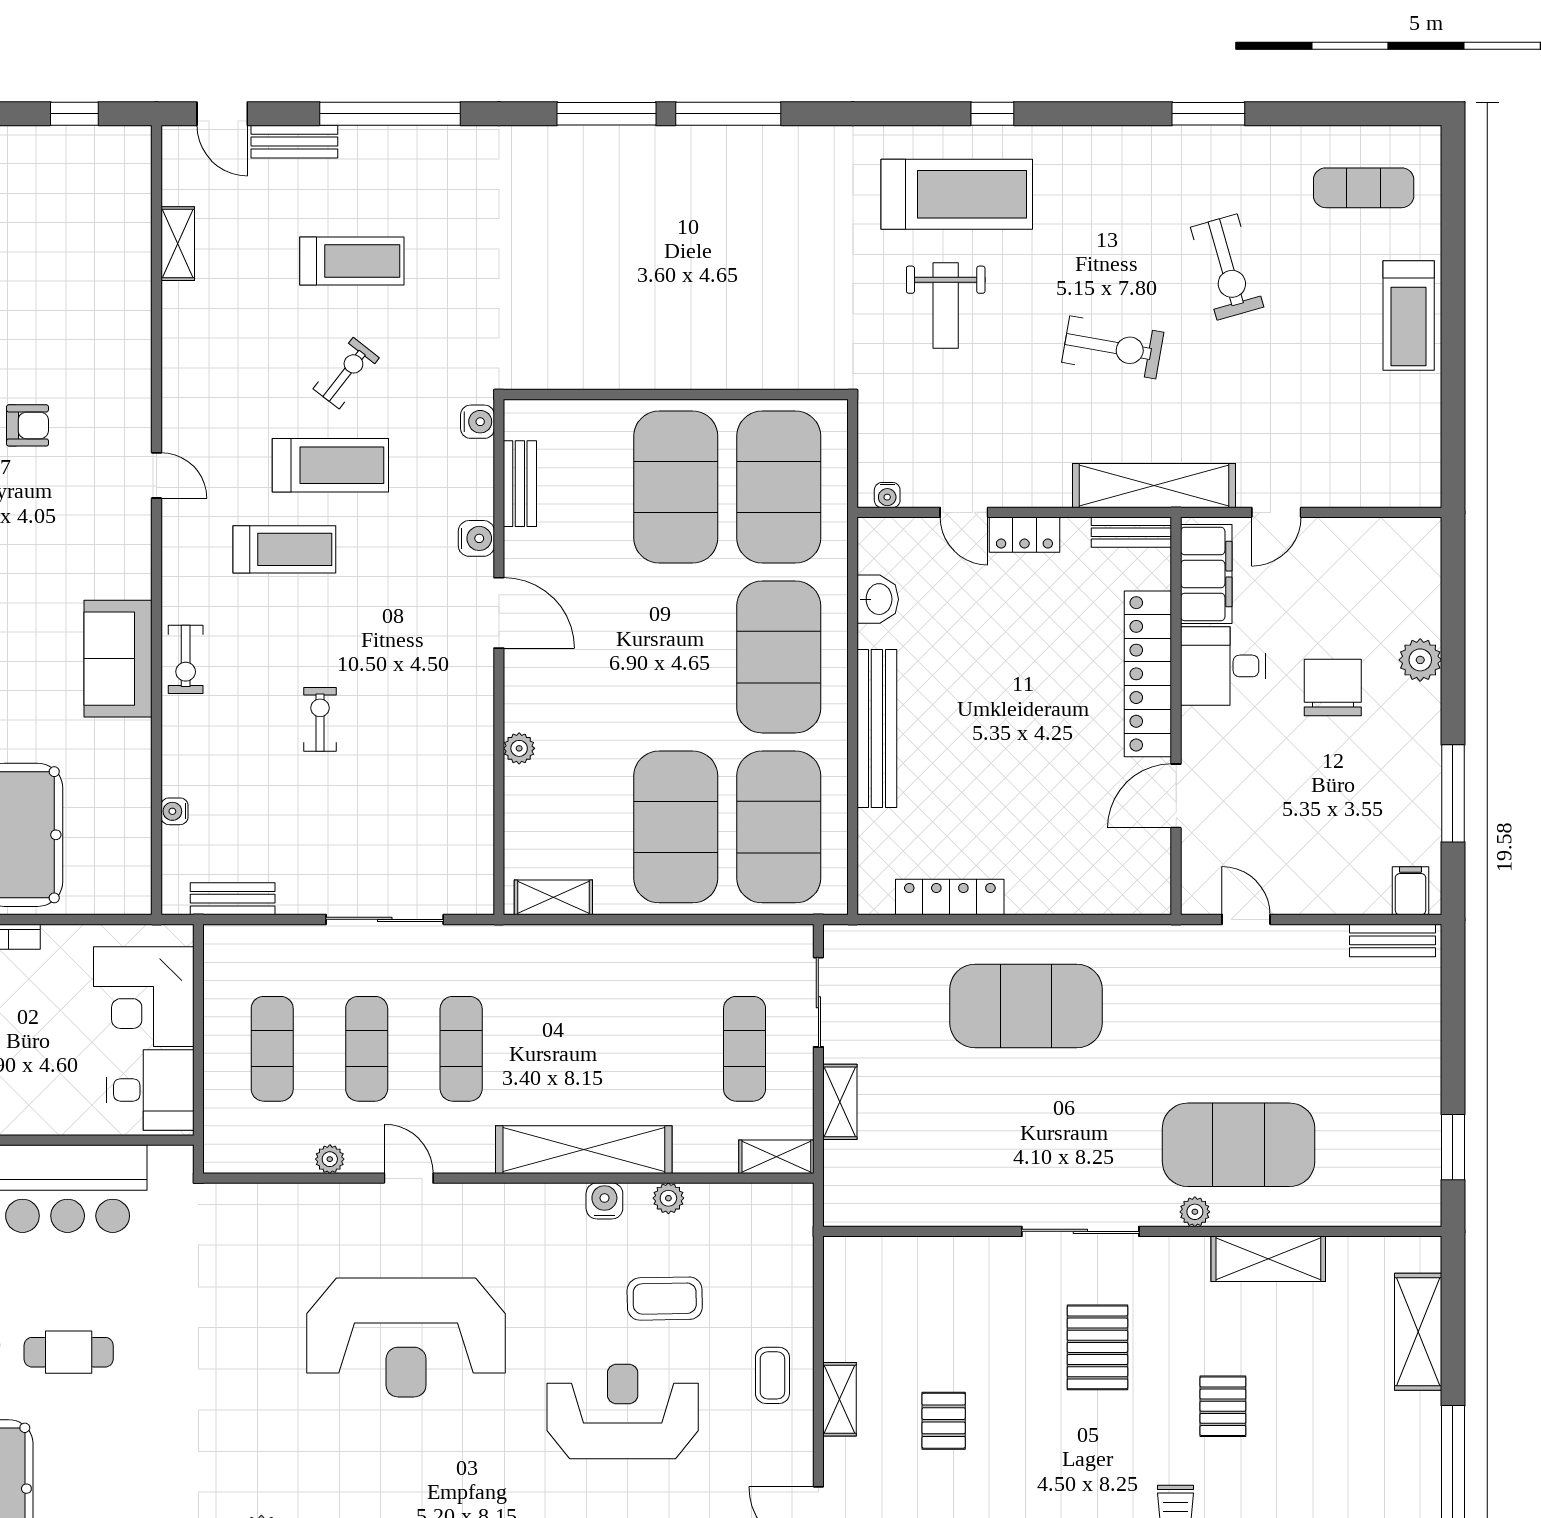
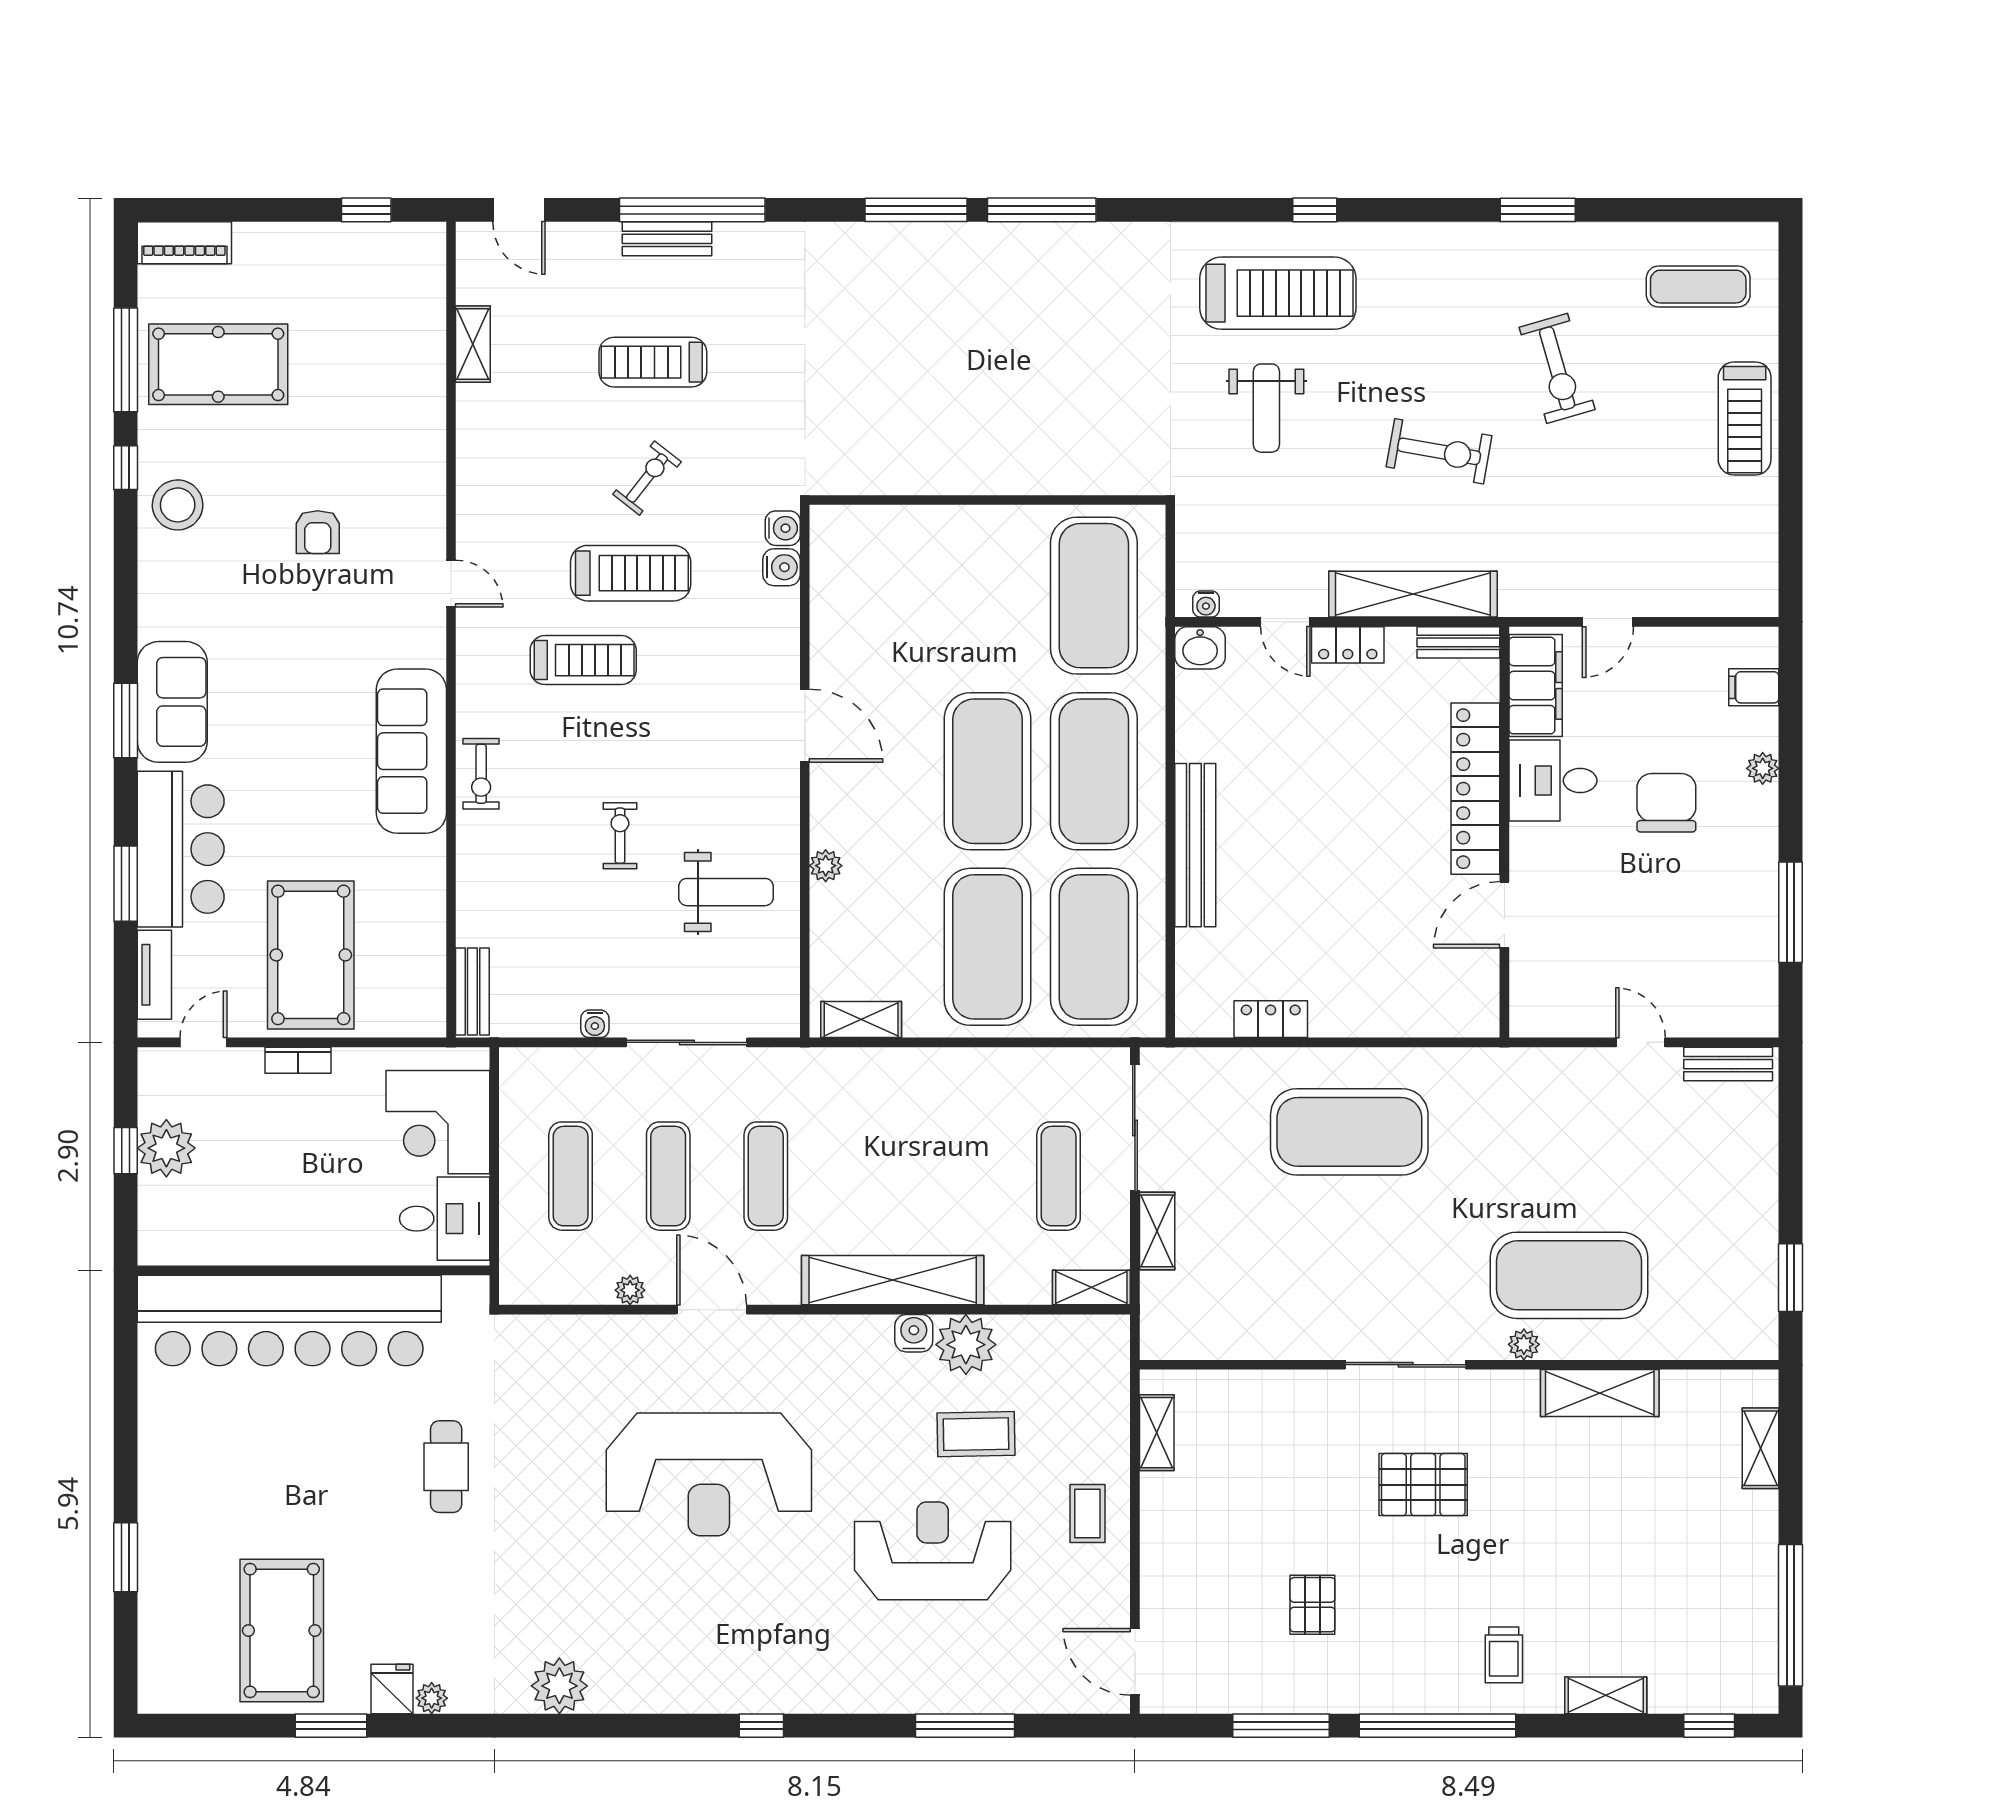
bench: (294, 142) -> (667, 239), moved
treadmill: (352, 261) -> (653, 362), turned 180
armchair: (28, 425) -> (318, 532), turned 90
bench: (520, 484) -> (826, 592), removed
shelving: (1154, 486) -> (1413, 594), moved
exercise mat: (676, 487) -> (988, 771), moved
water cooler: (476, 538) -> (781, 567), moved
washbasin: (878, 599) -> (1200, 648), moved, turned 90
sofa: (118, 659) -> (411, 751), width x1.36
plant: (1420, 660) -> (1763, 768), width x0.73, depth x0.73
weight bench: (423, 774) -> (726, 892), added
water cooler: (175, 811) -> (595, 1024), moved, turned -90
filing cabinet: (1410, 891) -> (1754, 687), moved, turned -90
locker: (950, 897) -> (1271, 1019), width x0.66
bench: (233, 899) -> (472, 991), moved, turned 90
door: (1246, 919) -> (1640, 1042), moved
sliding door: (818, 1002) -> (1135, 1128), width x1.37
door: (409, 1178) -> (712, 1310), width x1.38
plant: (668, 1198) -> (966, 1345), width x1.88, depth x1.88
shelving: (1418, 1332) -> (1761, 1448), width x0.67, depth x0.75
pallet: (1097, 1347) -> (1423, 1485), turned 90
cafe table: (69, 1352) -> (446, 1467), moved, turned 90
shelving: (840, 1399) -> (1157, 1433), moved
pallet: (1223, 1406) -> (1553, 1545), removed
pallet: (944, 1421) -> (1312, 1605), moved

